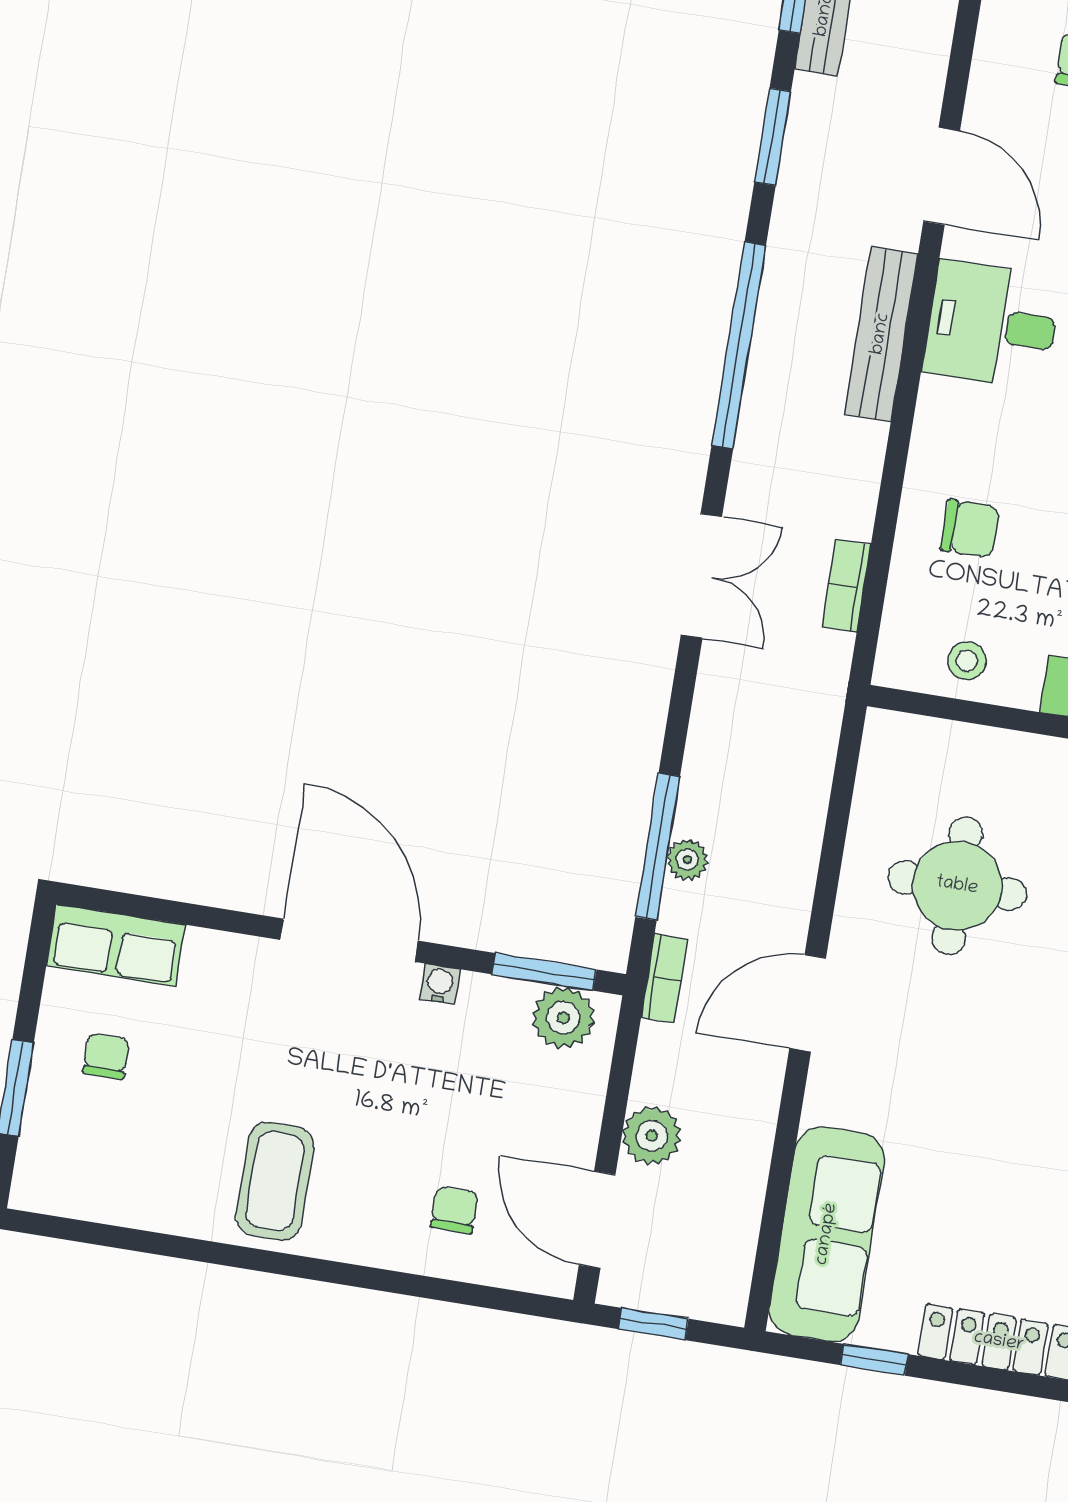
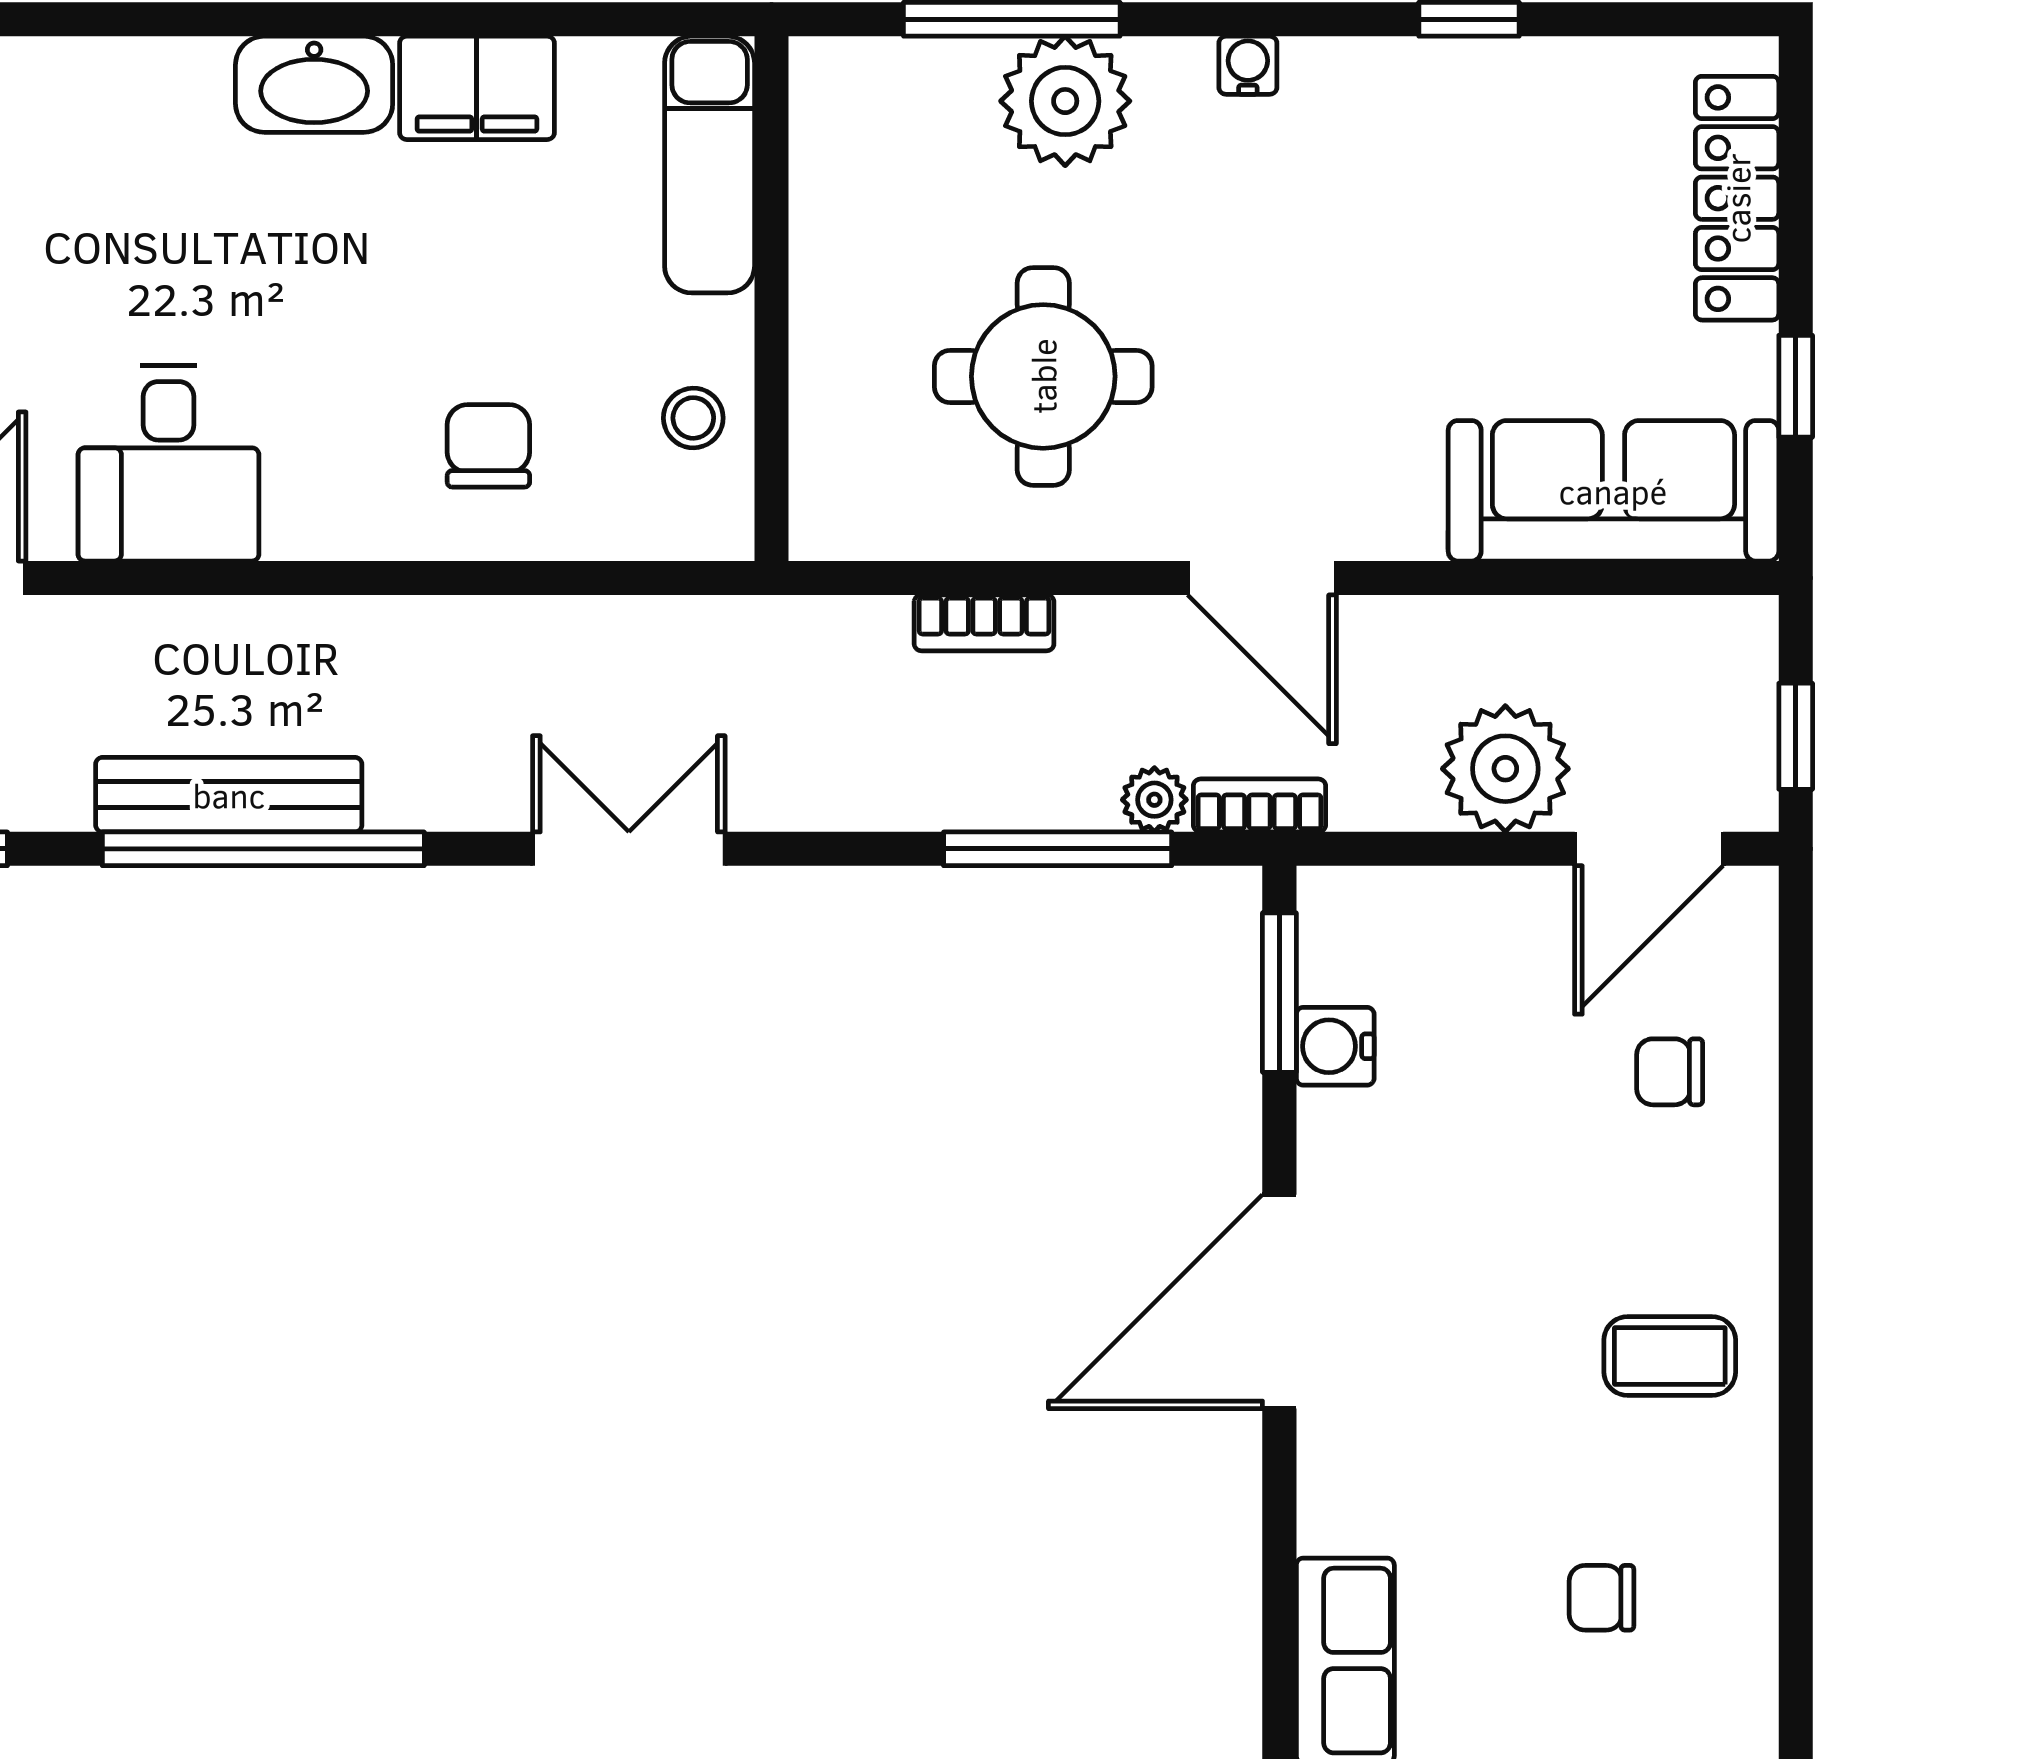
bench: (881, 334) -> (229, 795), moved
bookcase: (846, 586) -> (984, 623), moved
plant: (687, 860) -> (1154, 800), moved
water cooler: (440, 984) -> (1335, 1046), moved, width x1.38, depth x1.38
plant: (563, 1018) -> (1345, 952), removed
chair: (106, 1056) -> (1601, 1598), moved
plant: (652, 1136) -> (1505, 769), width x1.36, depth x1.36
coffee table: (275, 1181) -> (1670, 1356), width x0.73, depth x0.77

